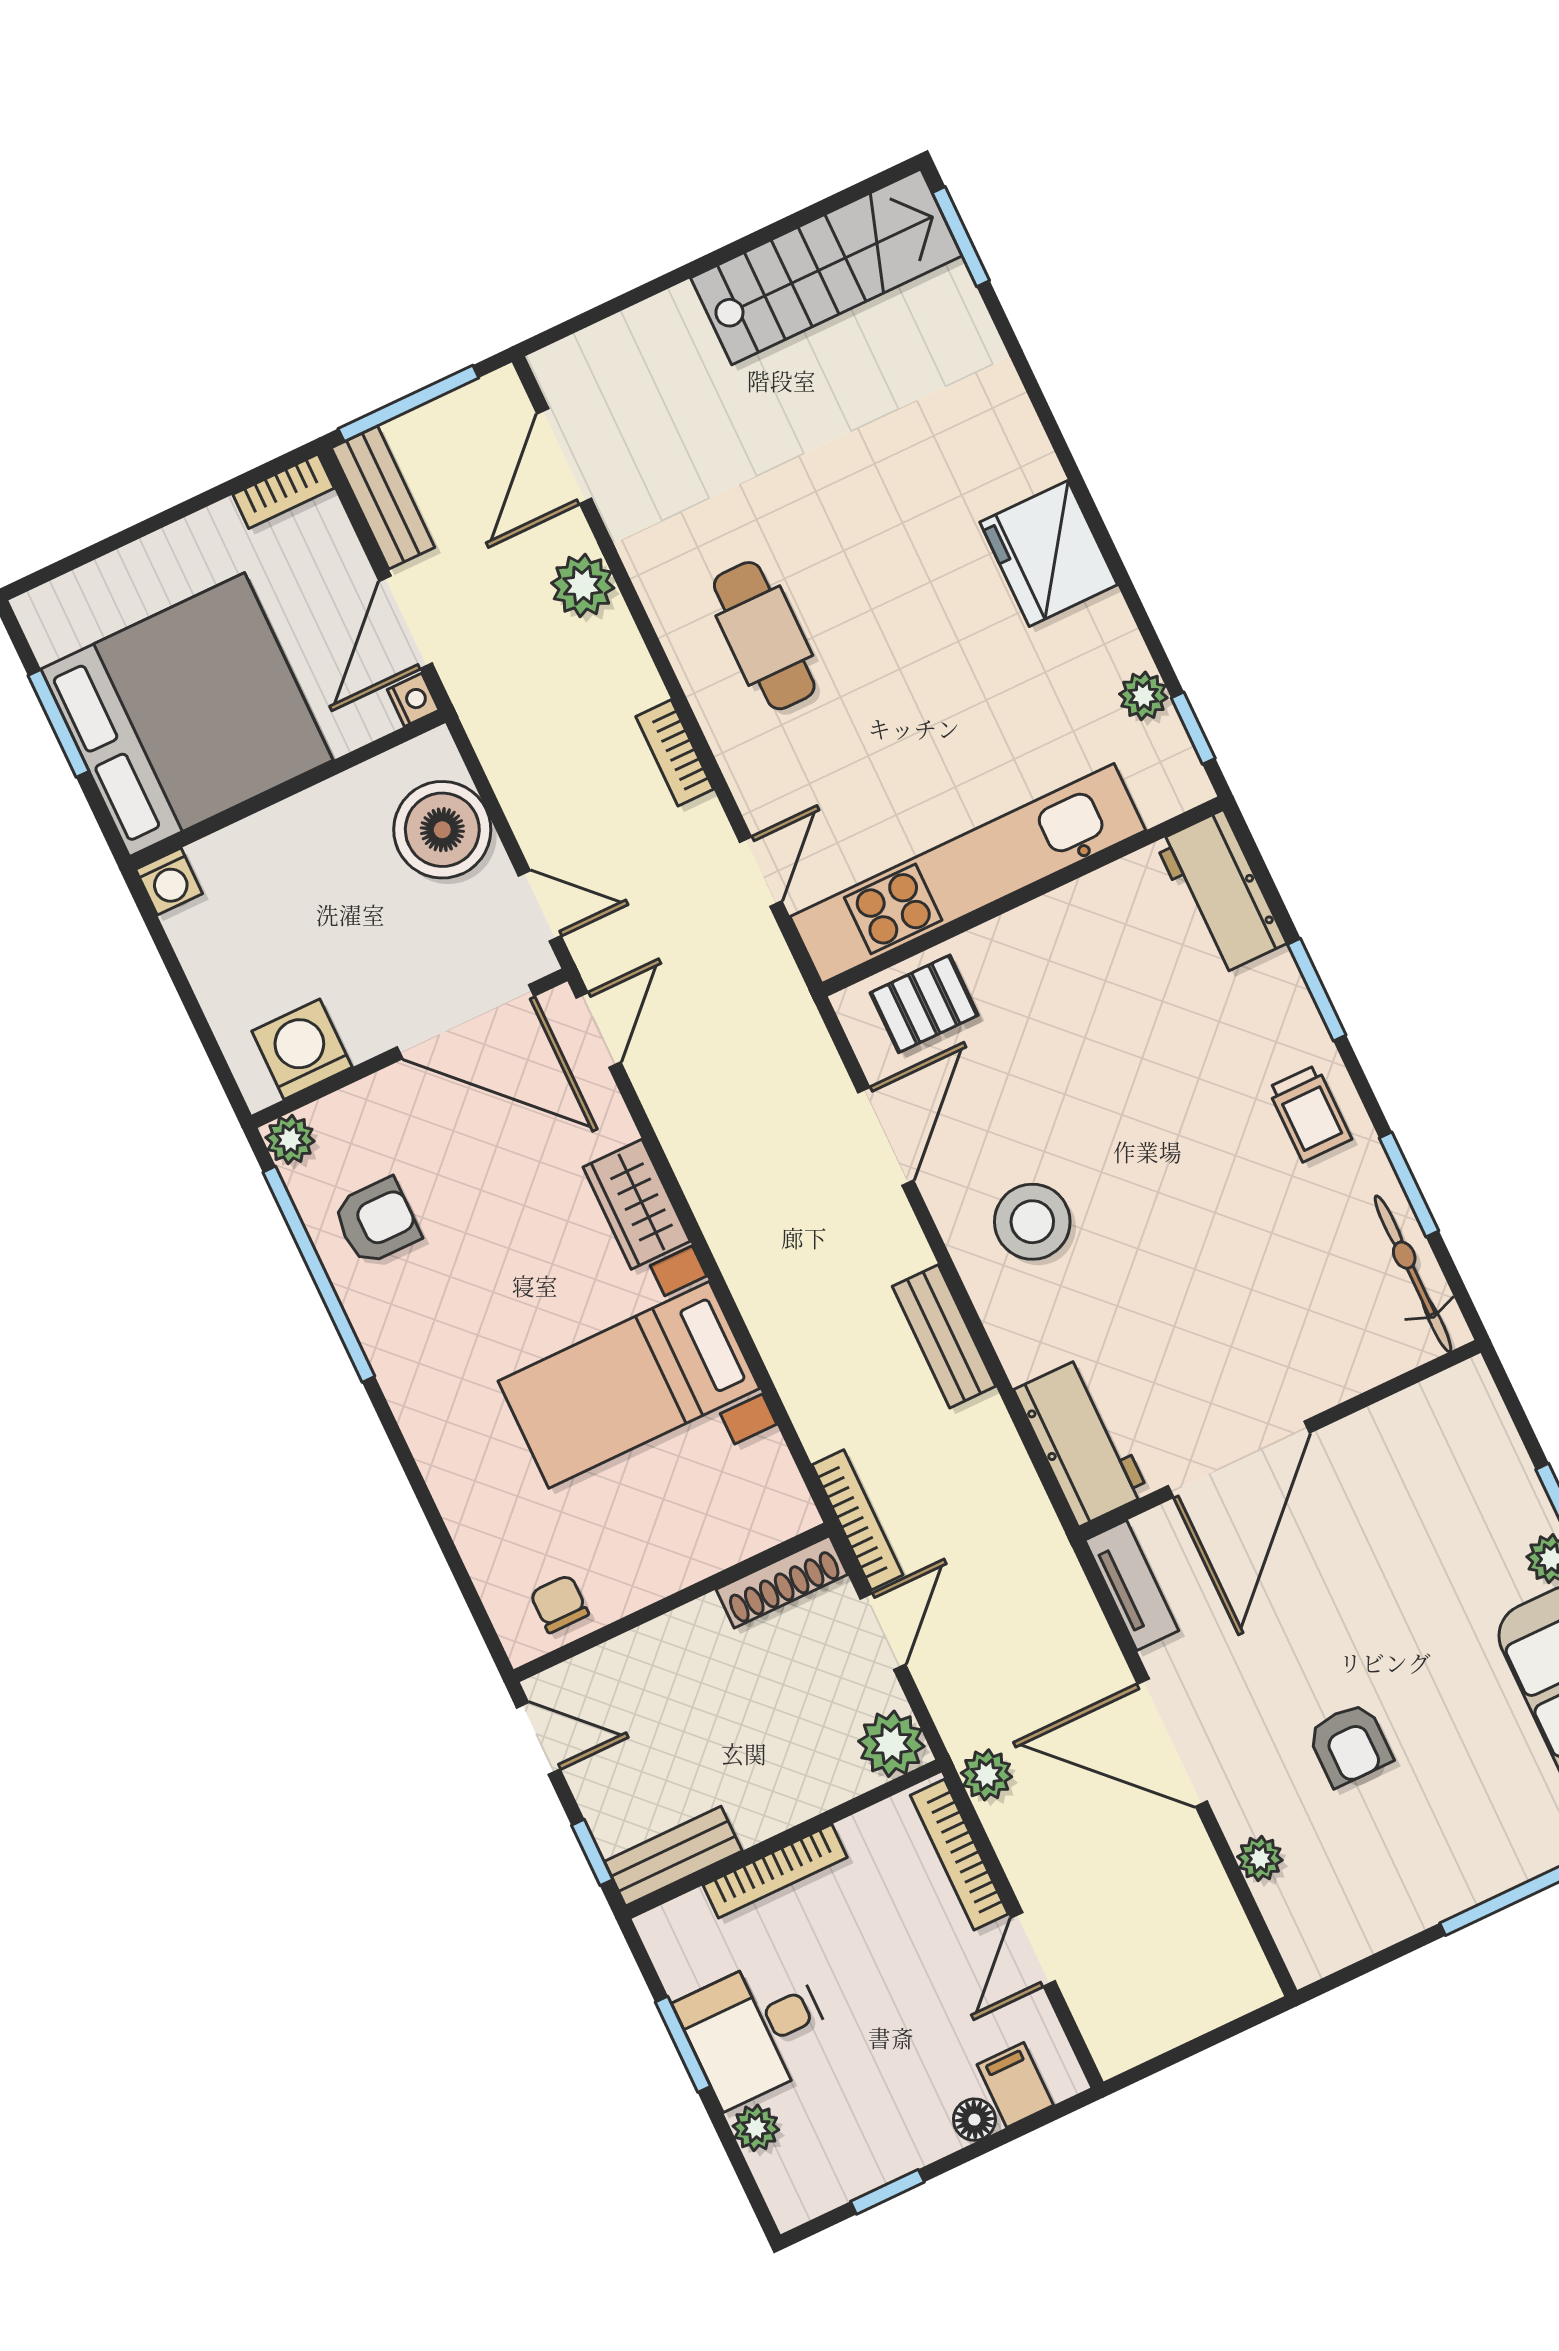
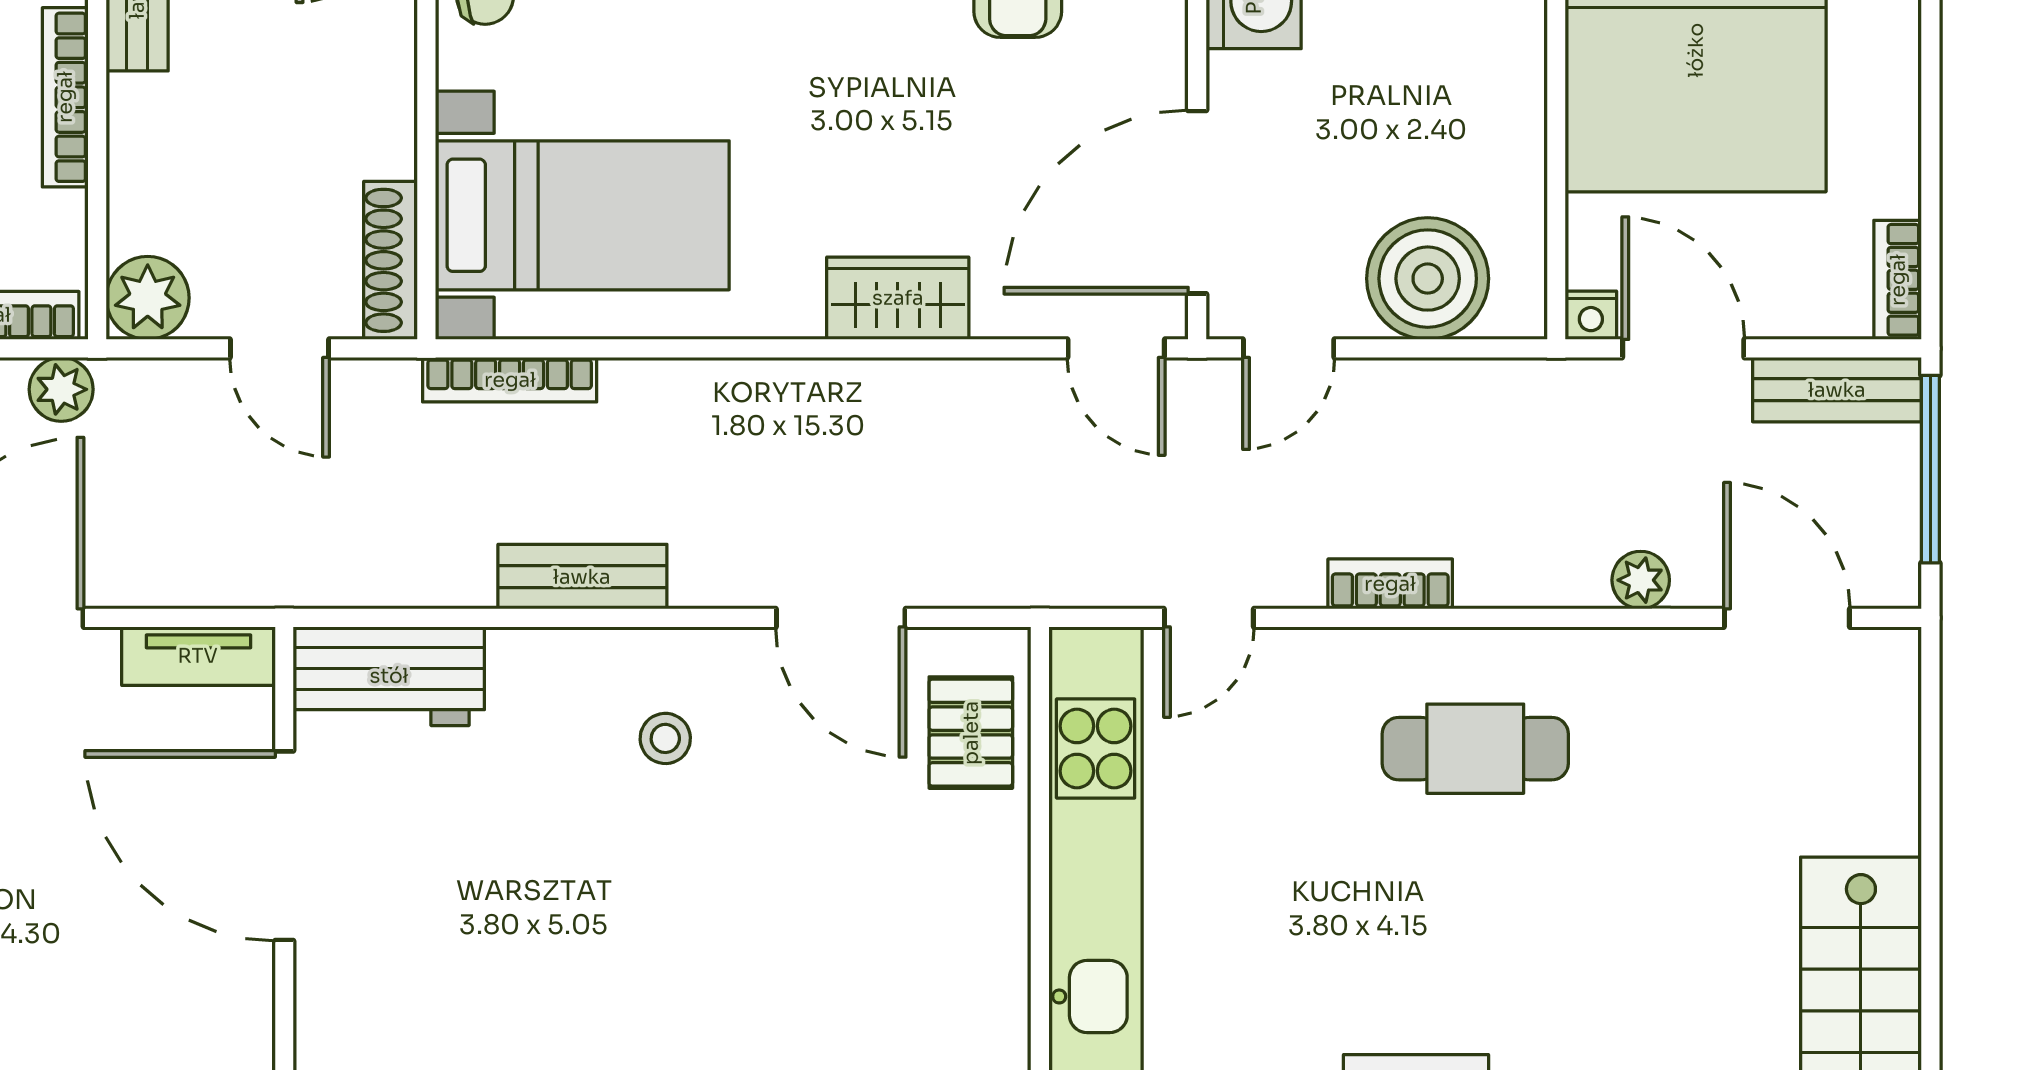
plant: (583, 585) -> (1641, 580), width x0.73, depth x0.73
door: (761, 872) -> (1209, 618), hinge flipped
stool: (1032, 1222) -> (665, 738), width x0.53, depth x0.53
bed with nightstands: (629, 1385) -> (582, 215), moved, turned 90
bookcase: (858, 1520) -> (510, 380), moved

